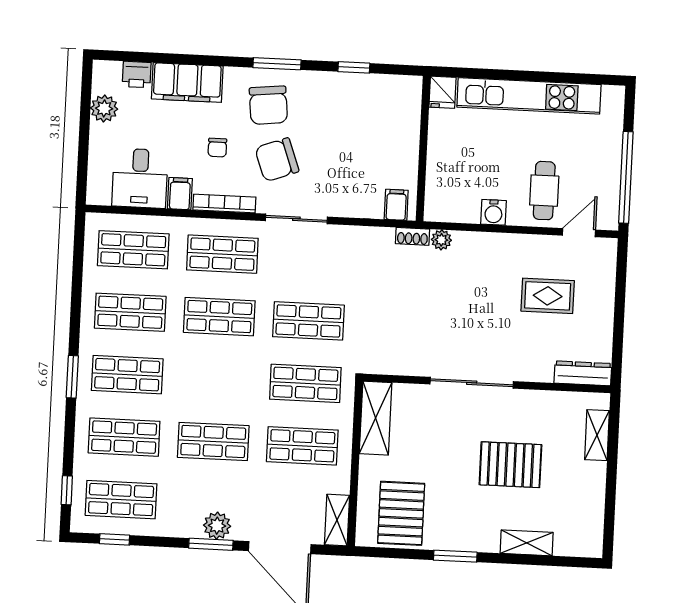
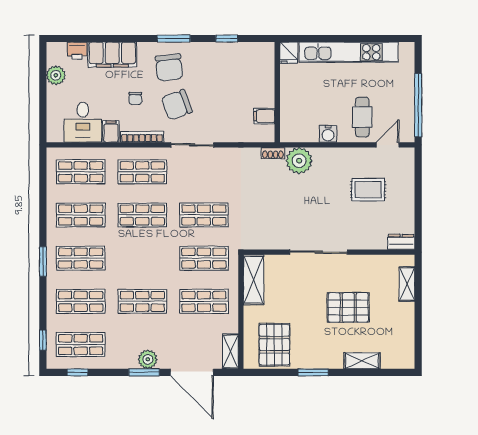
filing cabinet: (396, 205) -> (264, 116), moved, turned -90
plant: (441, 240) -> (299, 161), width x1.88, depth x1.88
dresser: (583, 373) -> (401, 242), width x0.70

